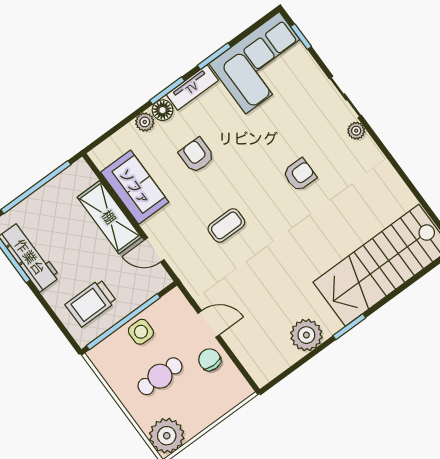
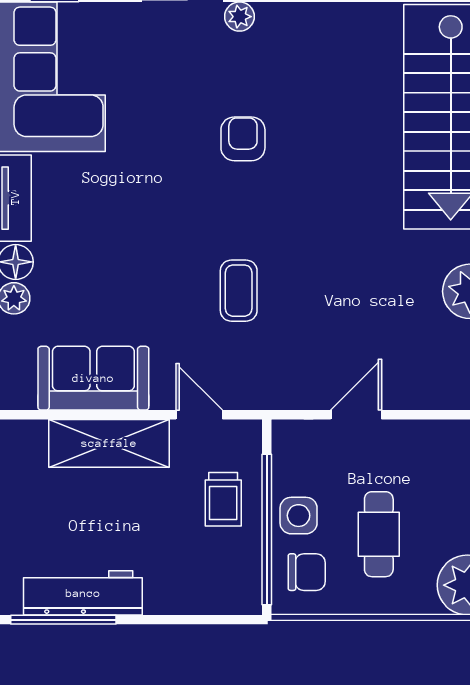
armchair: (197, 155) -> (112, 261), removed
door: (154, 250) -> (199, 415), swing flipped
trolley: (91, 303) -> (223, 499), moved, width x0.73, depth x0.72
chair: (210, 360) -> (307, 572), moved, turned 180

